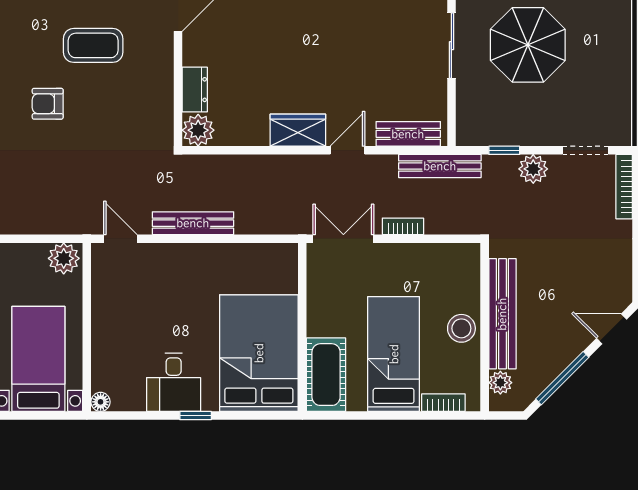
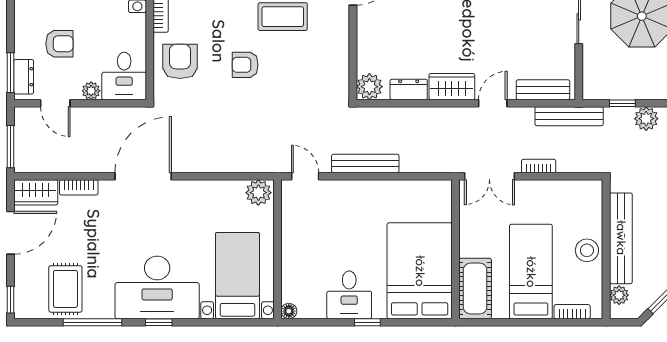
dresser: (195, 90) -> (409, 89), moved, turned -90
double door: (343, 239) -> (489, 176), swing flipped

